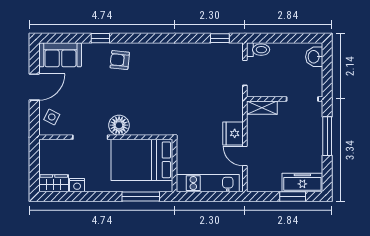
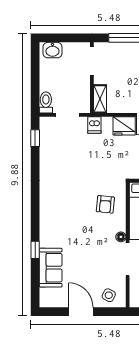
sofa: (60, 55) -> (51, 268), moved
armchair: (120, 60) -> (105, 204), moved
dishwasher: (234, 102) -> (94, 125), added
floor lamp: (119, 125) -> (121, 237), width x0.53, depth x0.53

